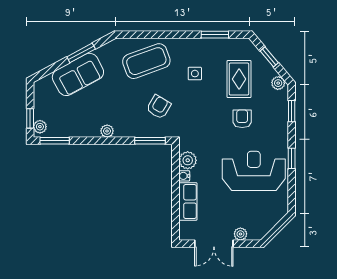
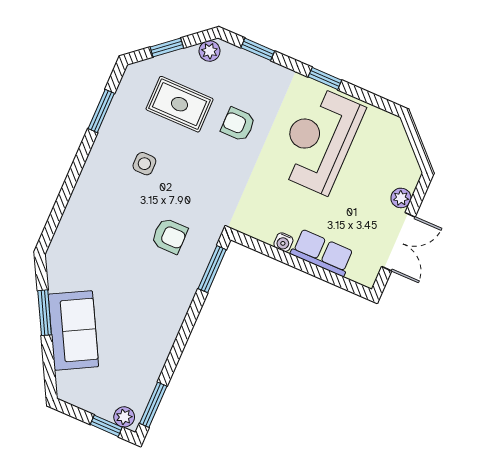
coffee table: (146, 61) -> (97, 225), removed
armchair: (159, 107) -> (170, 236), turned 149
plant: (107, 131) -> (172, 324), removed
plant: (188, 160) -> (263, 227), removed

